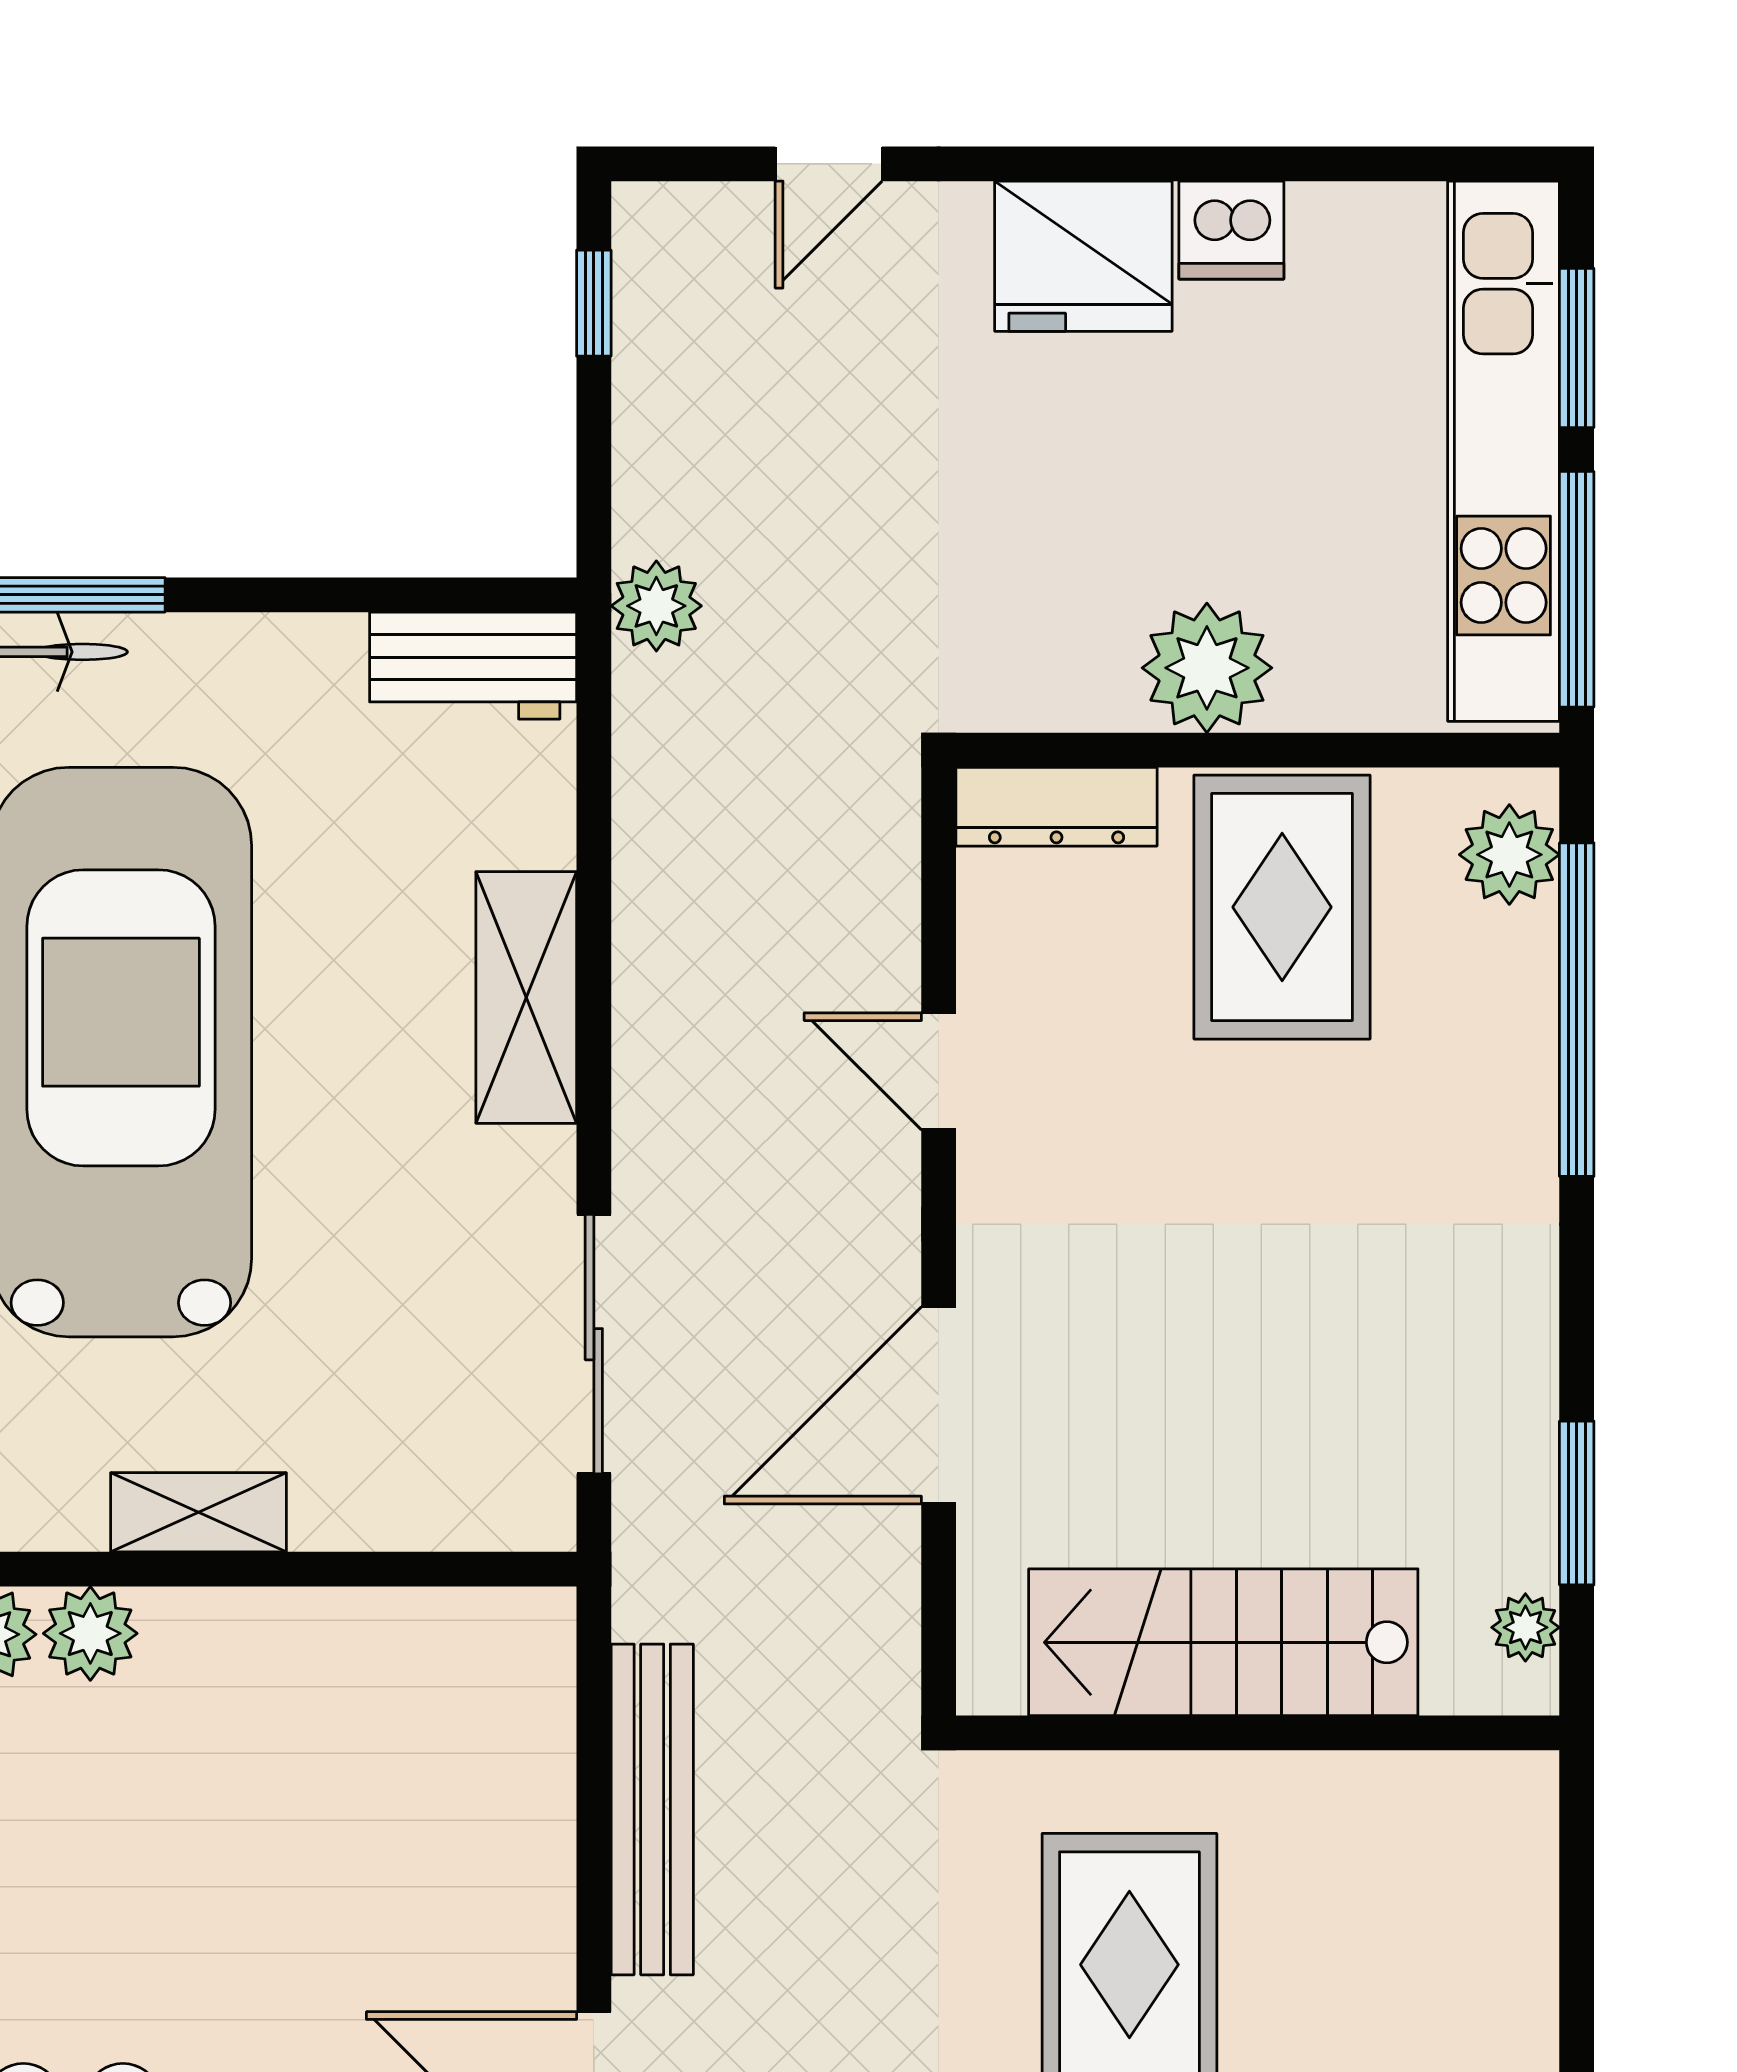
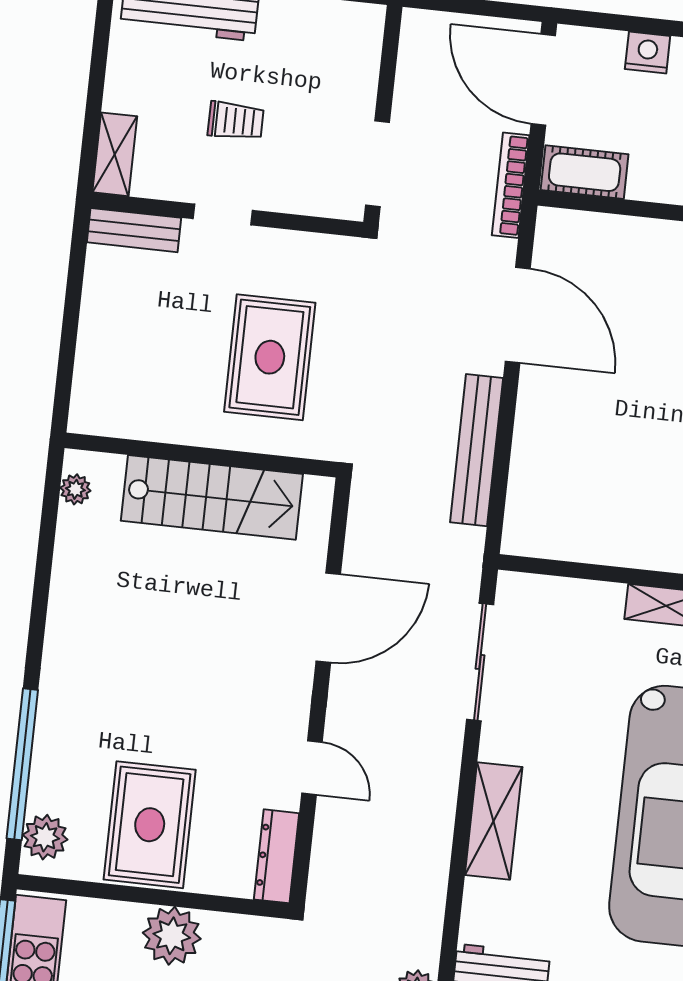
dresser: (1056, 807) -> (277, 856), moved, turned -90
window: (1577, 1503) -> (46, 543), removed

